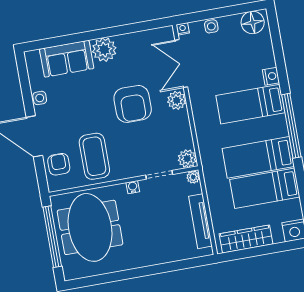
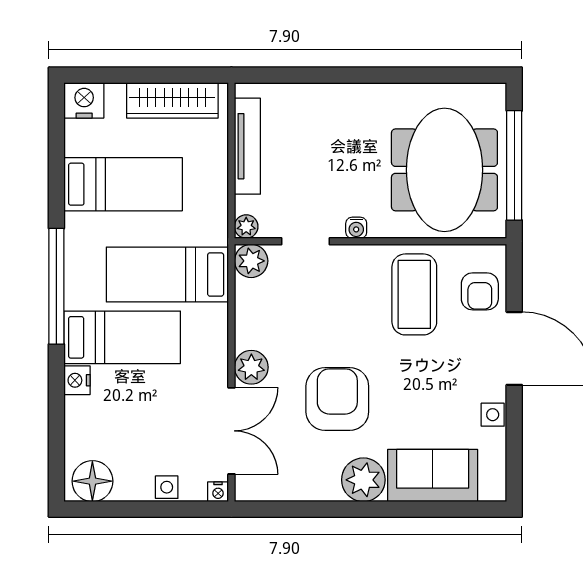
armchair: (133, 104) -> (337, 399), moved
bed: (258, 157) -> (167, 274), moved, turned 180

